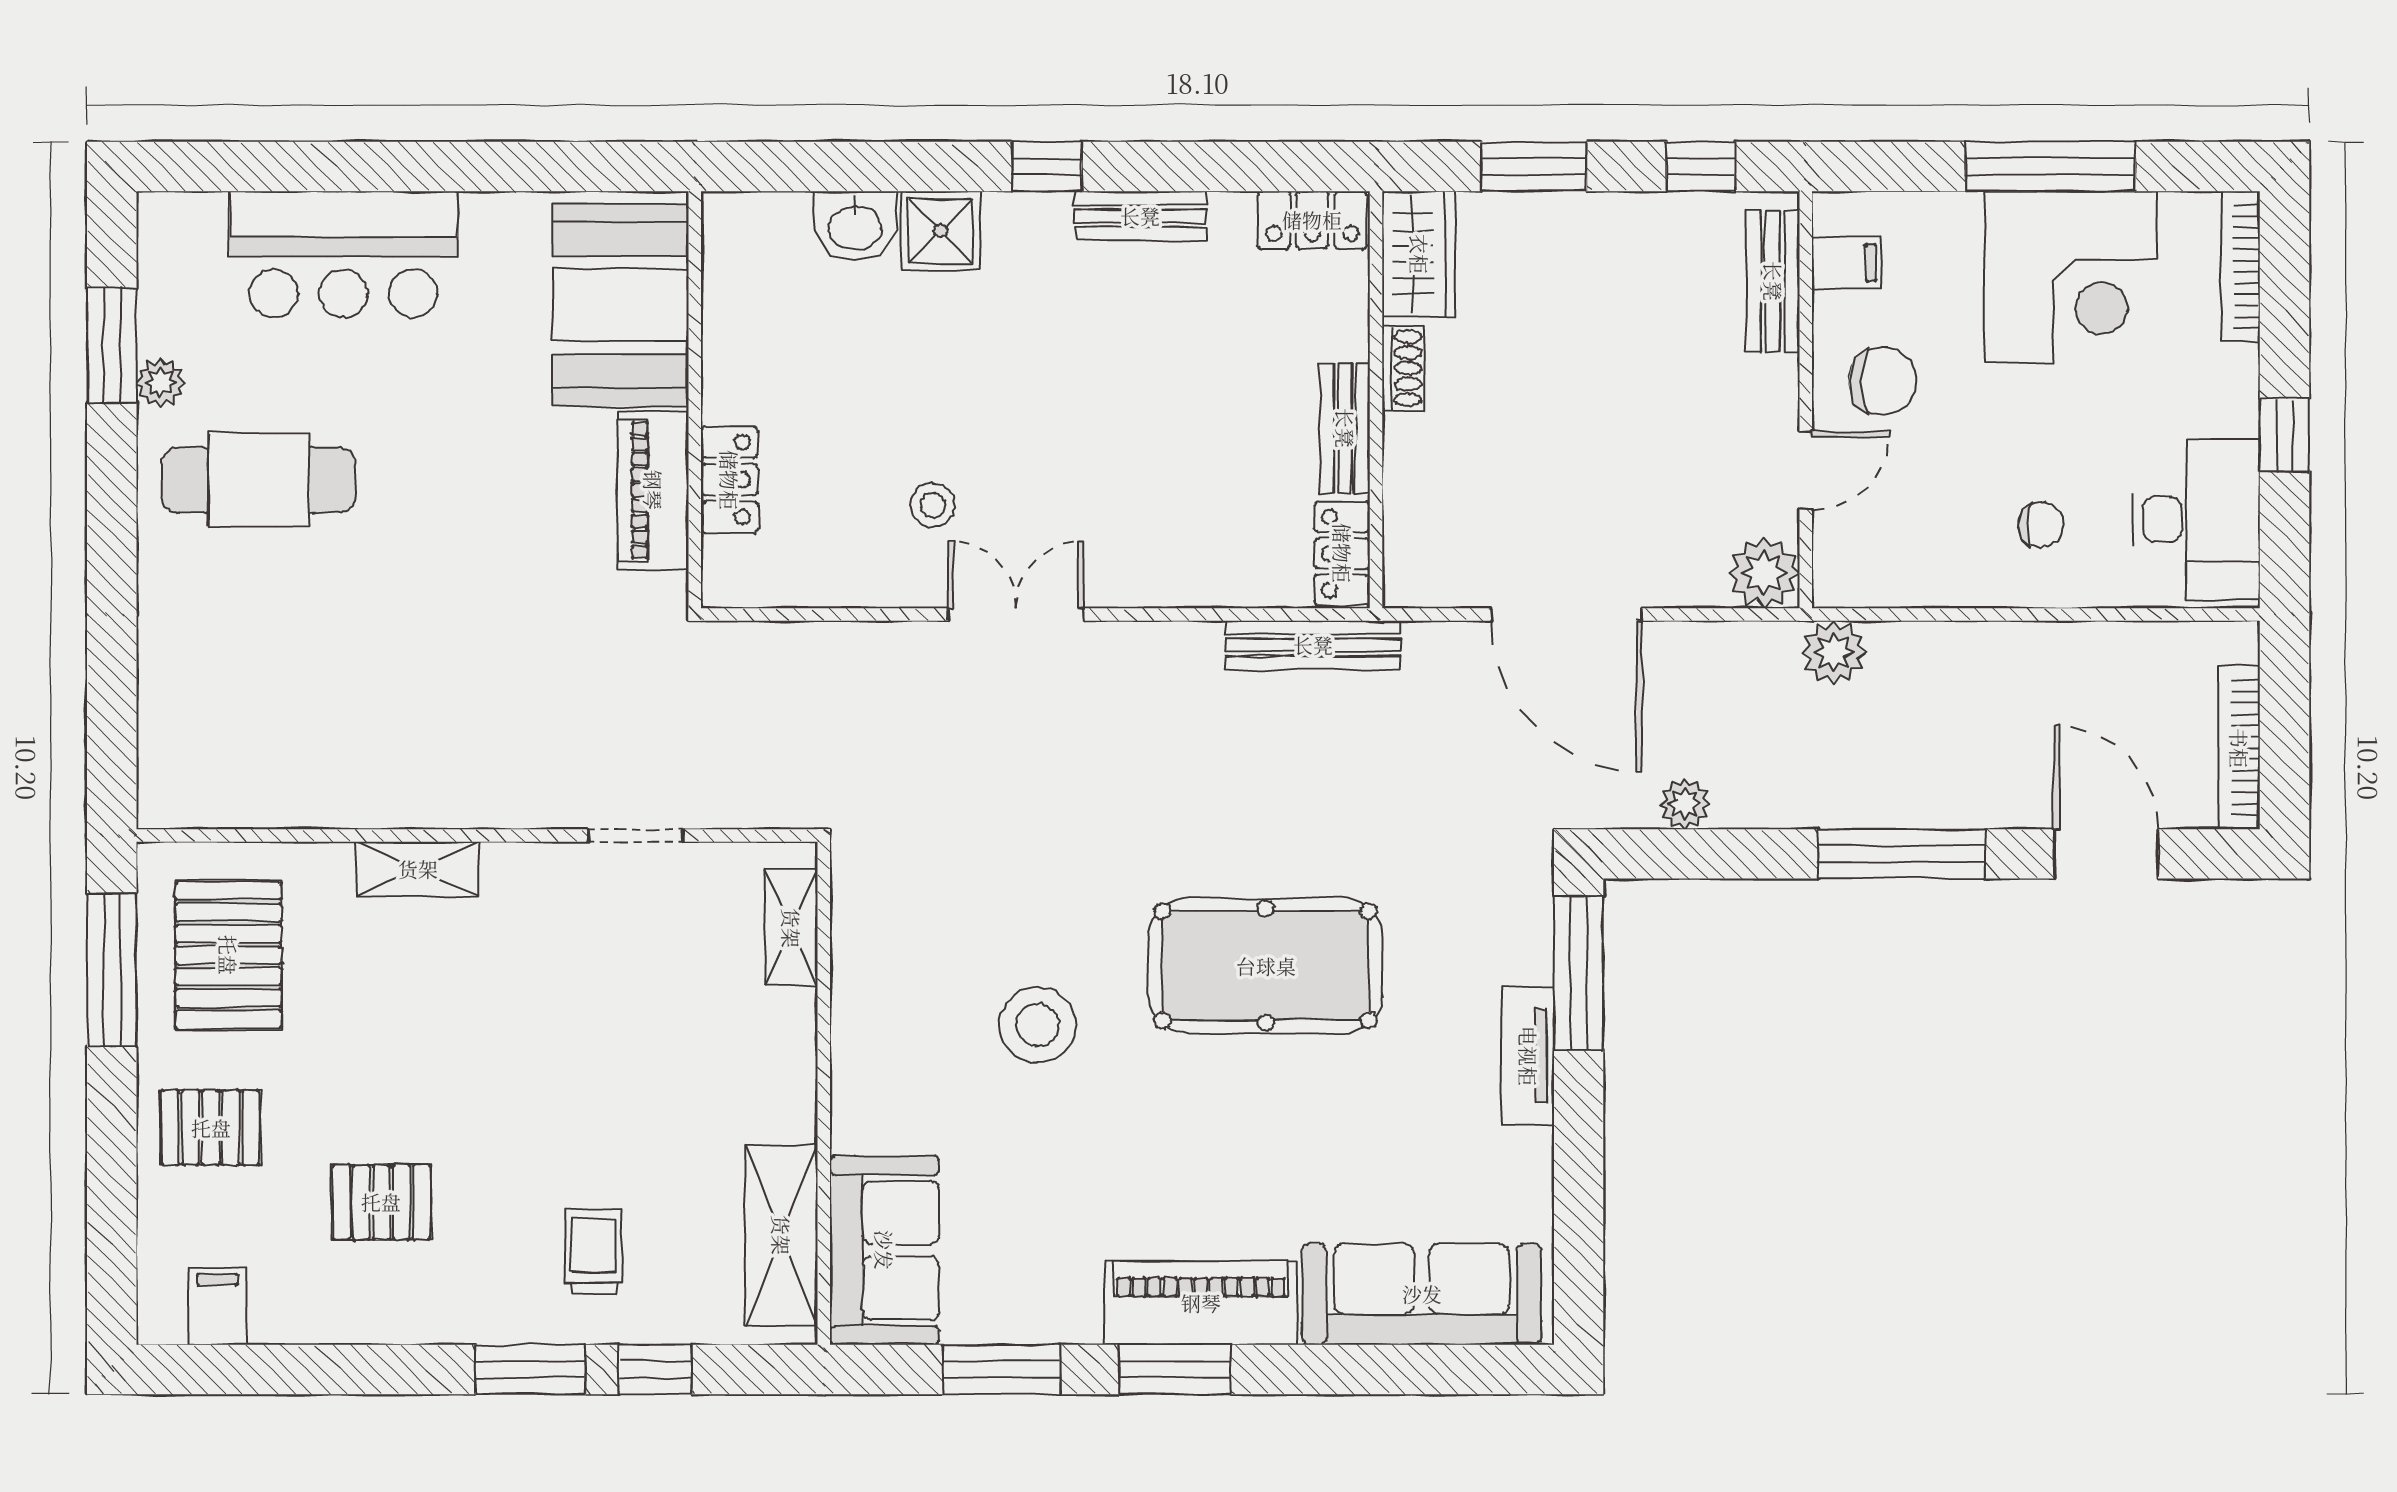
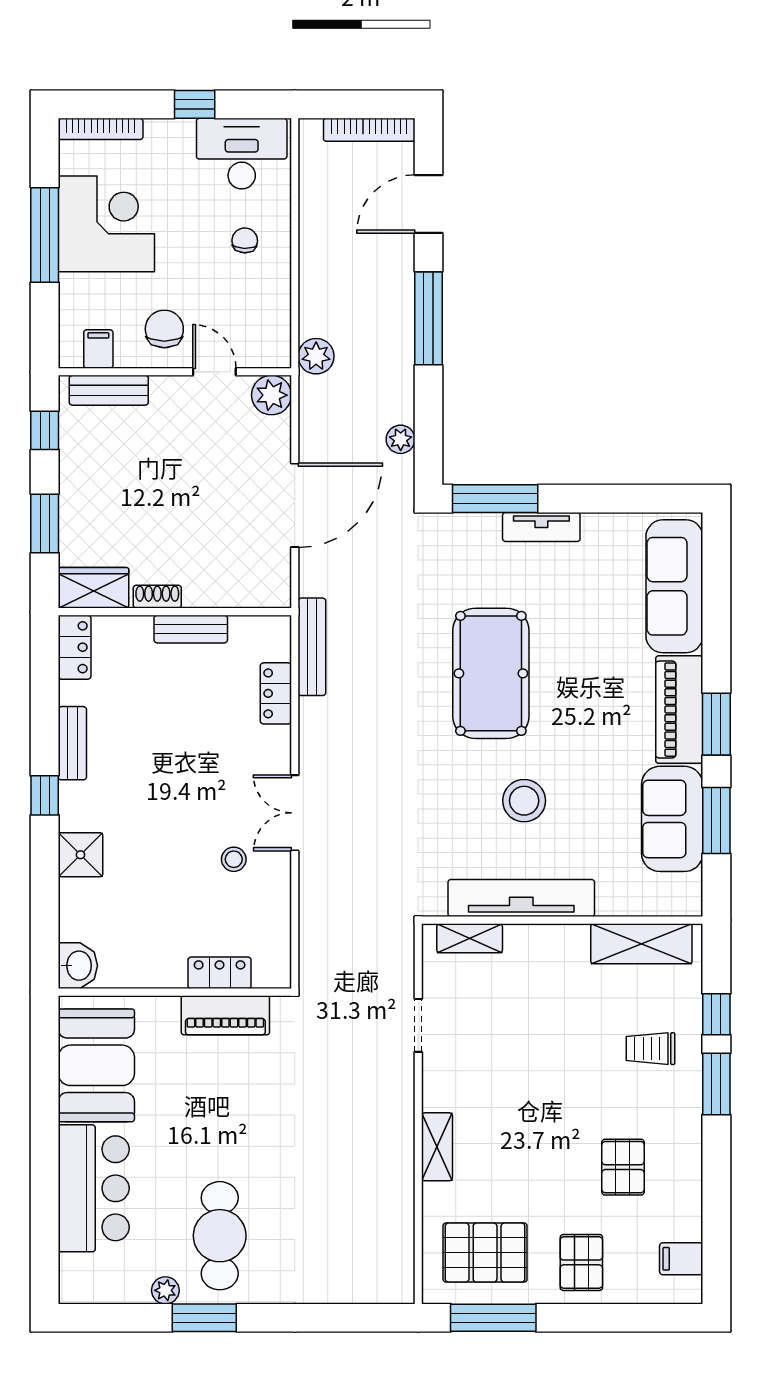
washbasin: (855, 226) -> (78, 966), moved
booth: (621, 305) -> (96, 1065), moved, turned 90
window: (112, 345) -> (204, 1318), moved
locker: (1342, 553) -> (276, 693), moved, turned 90
tv unit: (863, 1020) -> (521, 898), added
sofa: (884, 1250) -> (672, 819), moved, turned -90

